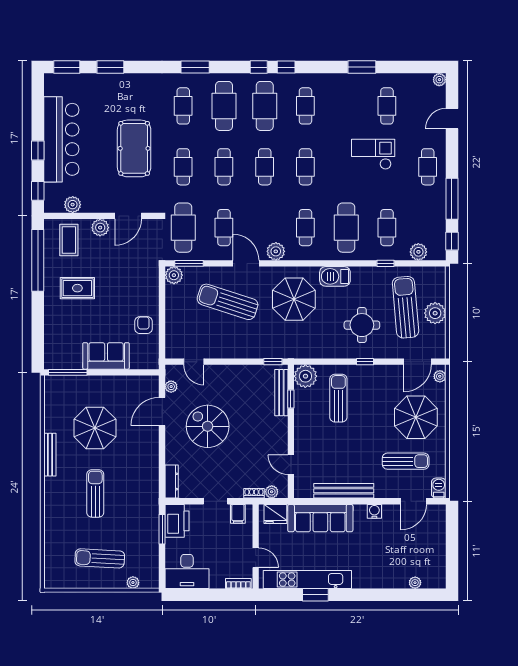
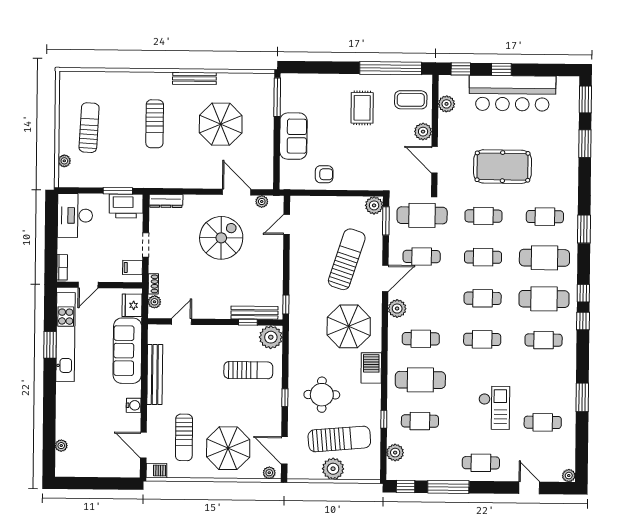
sun lounger: (95, 493) -> (155, 124), turned 90

